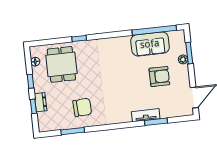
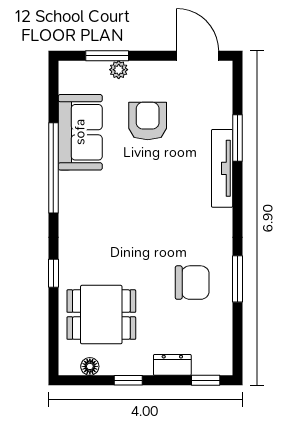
window: (154, 30) -> (53, 168), moved
window: (33, 106) -> (206, 380), moved
chair: (82, 107) -> (192, 283), turned 93
tv unit: (146, 115) -> (222, 168), width x1.41
window: (73, 131) -> (238, 279), moved

